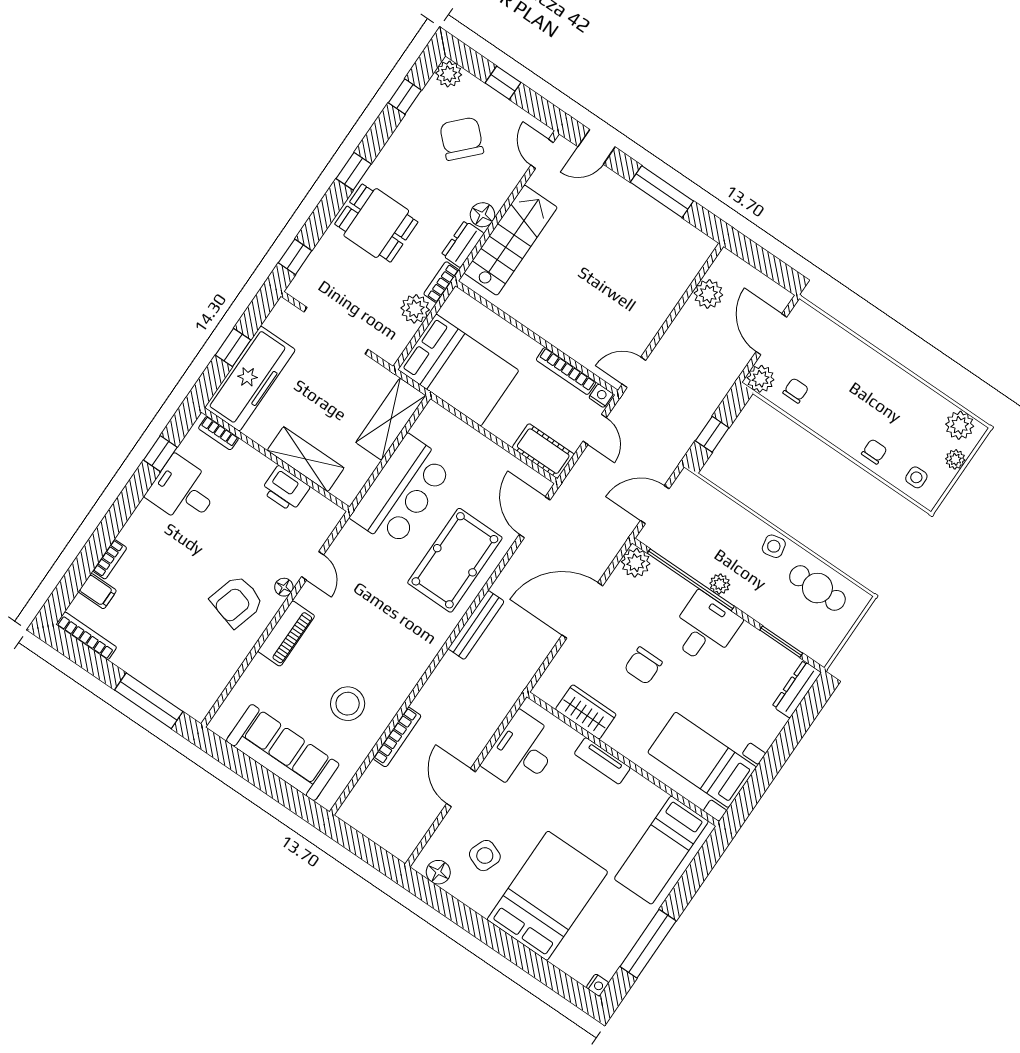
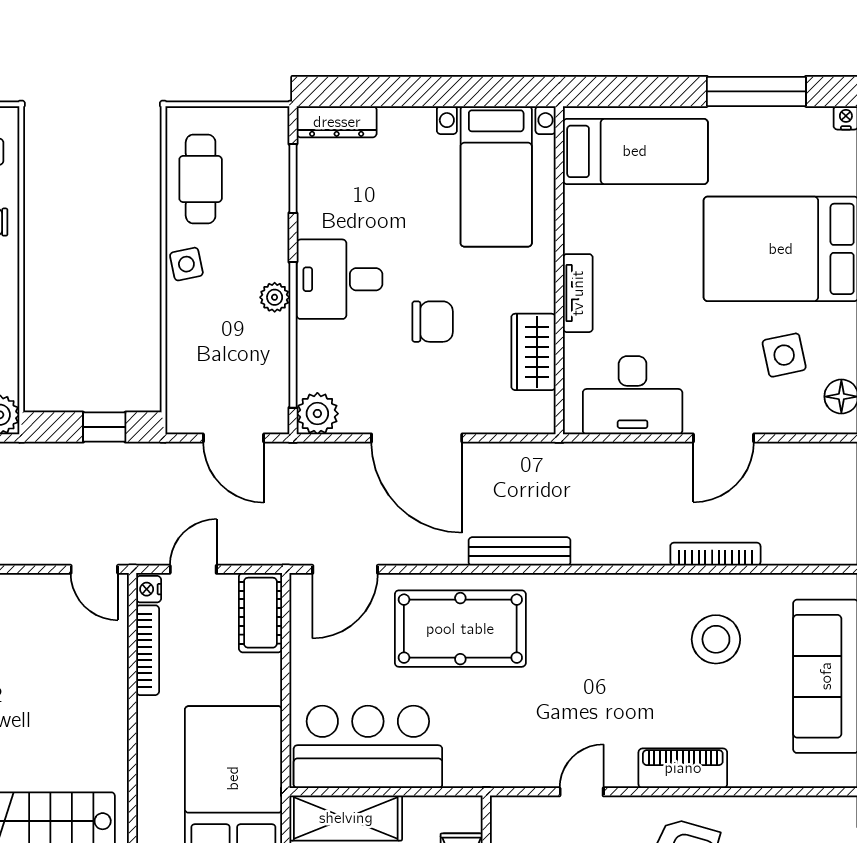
bar counter: (402, 491) -> (368, 747), moved
floor lamp: (284, 587) -> (630, 808), removed
side table: (485, 856) -> (784, 355), turned -33

